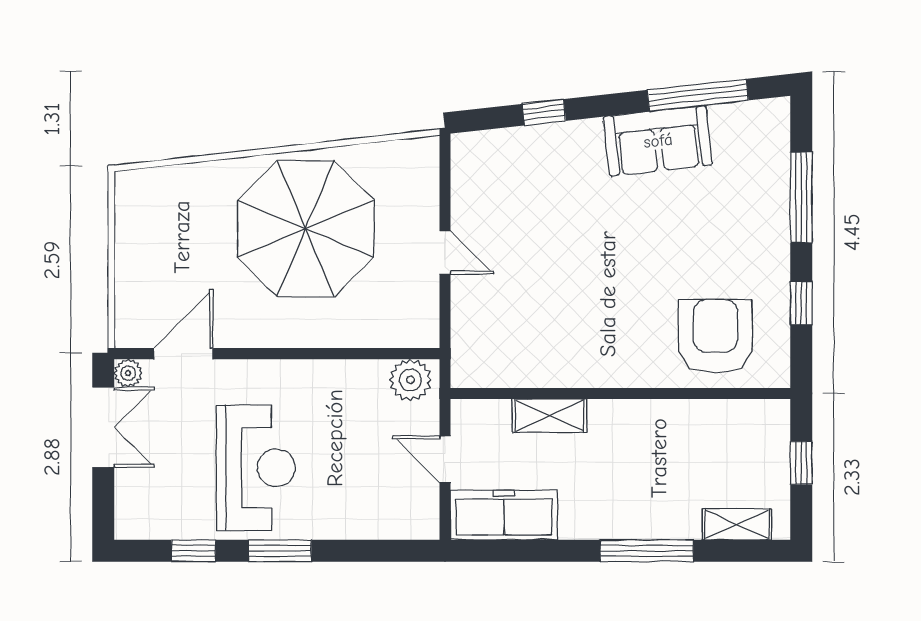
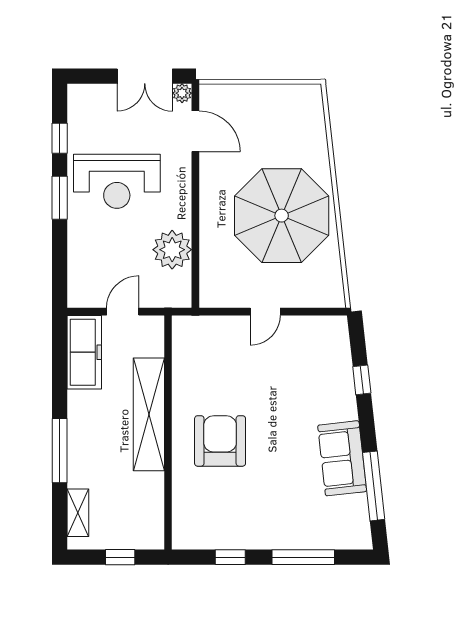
armchair: (715, 336) -> (220, 441), moved, turned -90
plant: (410, 380) -> (172, 250), moved, width x1.36, depth x1.36
shelving: (550, 416) -> (149, 414), width x2.20, depth x1.33

